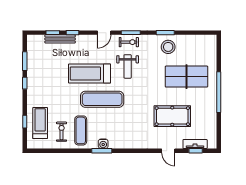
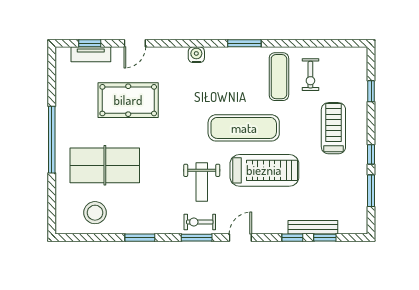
stool: (168, 47) -> (95, 213), moved
weight bench: (128, 66) -> (202, 182), turned 180
treadmill: (40, 123) -> (333, 128), moved, turned 180
water cooler: (103, 144) -> (196, 55), moved
door: (168, 151) -> (135, 43), swing flipped

